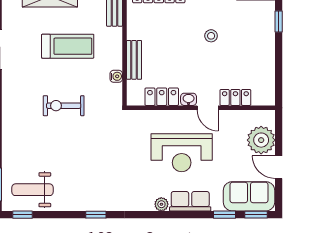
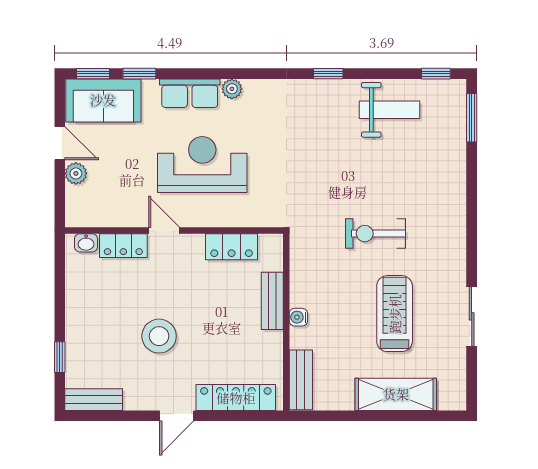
stool: (211, 36) -> (159, 336), width x1.89, depth x1.89
treadmill: (68, 46) -> (395, 314), moved, turned 90
water cooler: (116, 76) -> (298, 317), moved
washbasin: (189, 99) -> (86, 243), moved
exercise bike: (64, 106) -> (375, 234), turned 180
plant: (261, 140) -> (76, 173), width x0.53, depth x0.53
weight bench: (32, 190) -> (389, 110), moved

